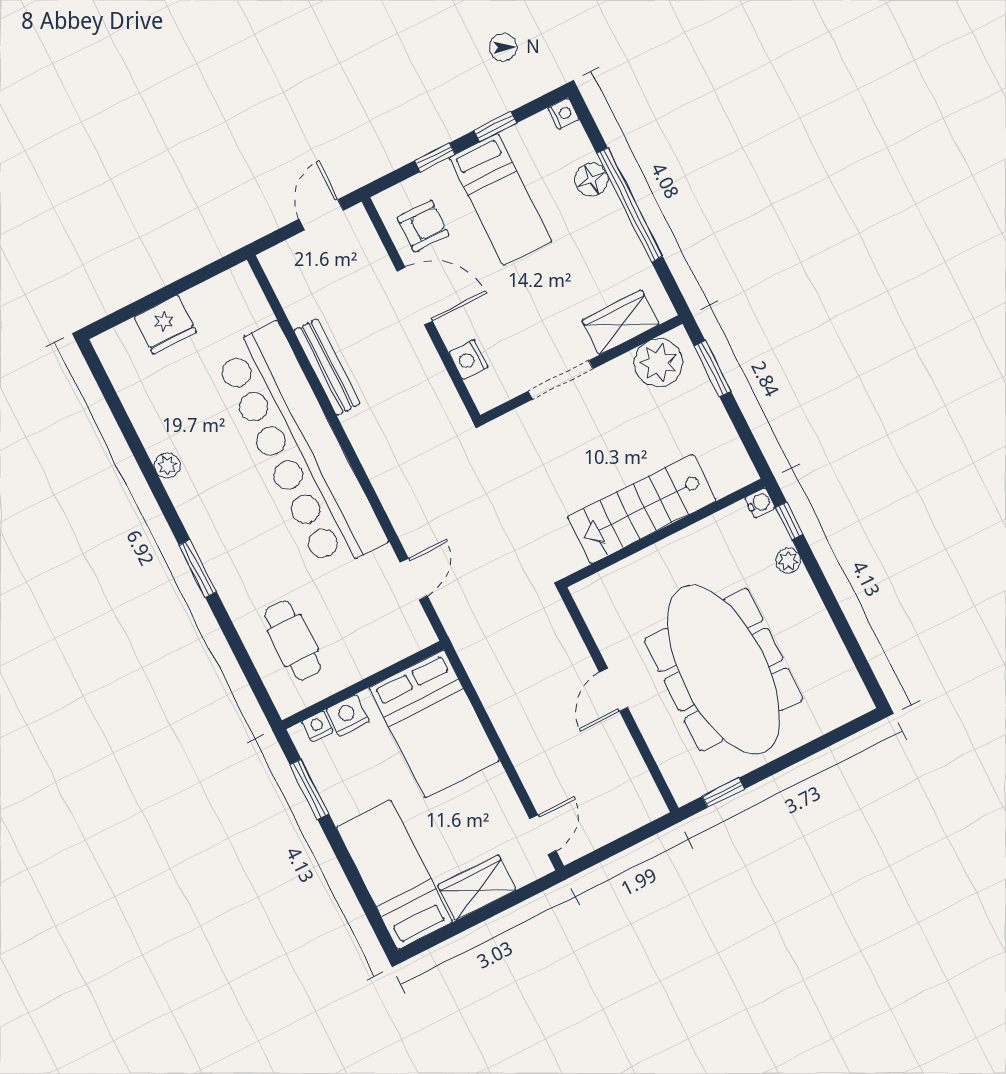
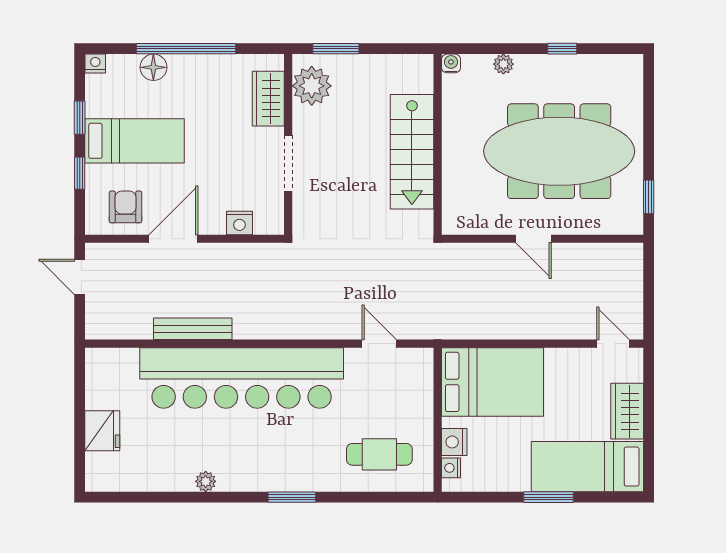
window: (789, 521) -> (562, 49), moved
window: (309, 789) -> (548, 497), moved

